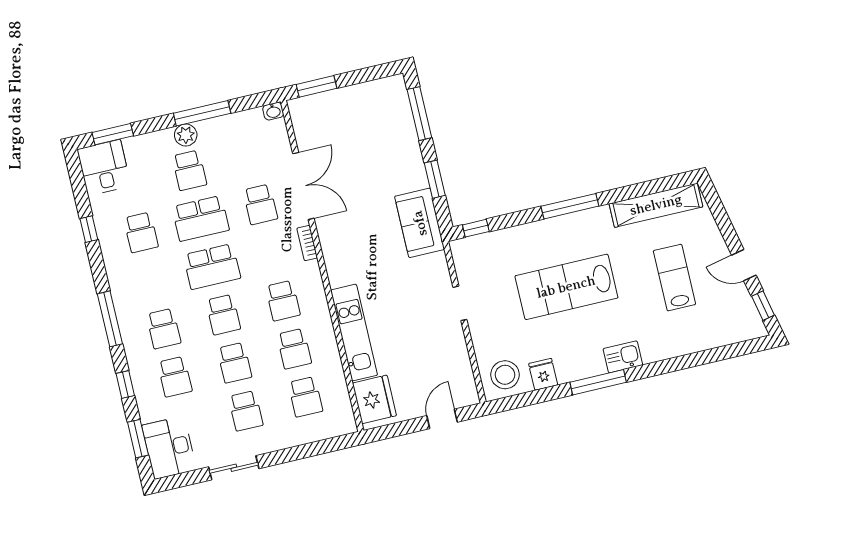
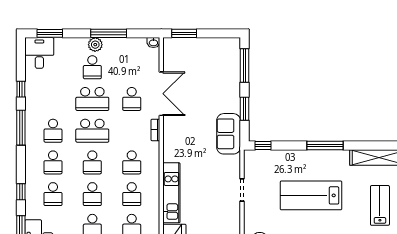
school desk: (141, 232) -> (53, 131), moved
window: (110, 319) -> (21, 128), moved

